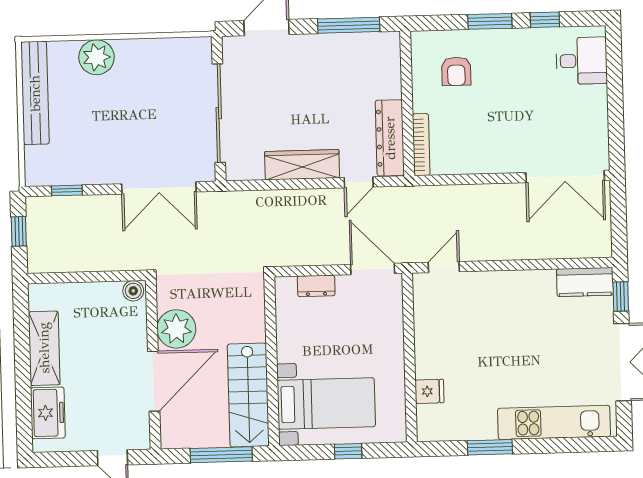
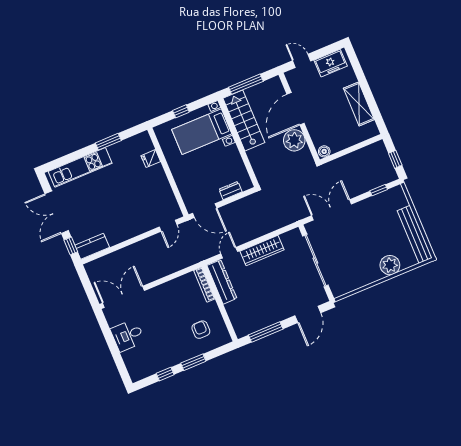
desk: (582, 61) -> (128, 335), moved
freezer: (48, 413) -> (331, 63), moved, turned -90

